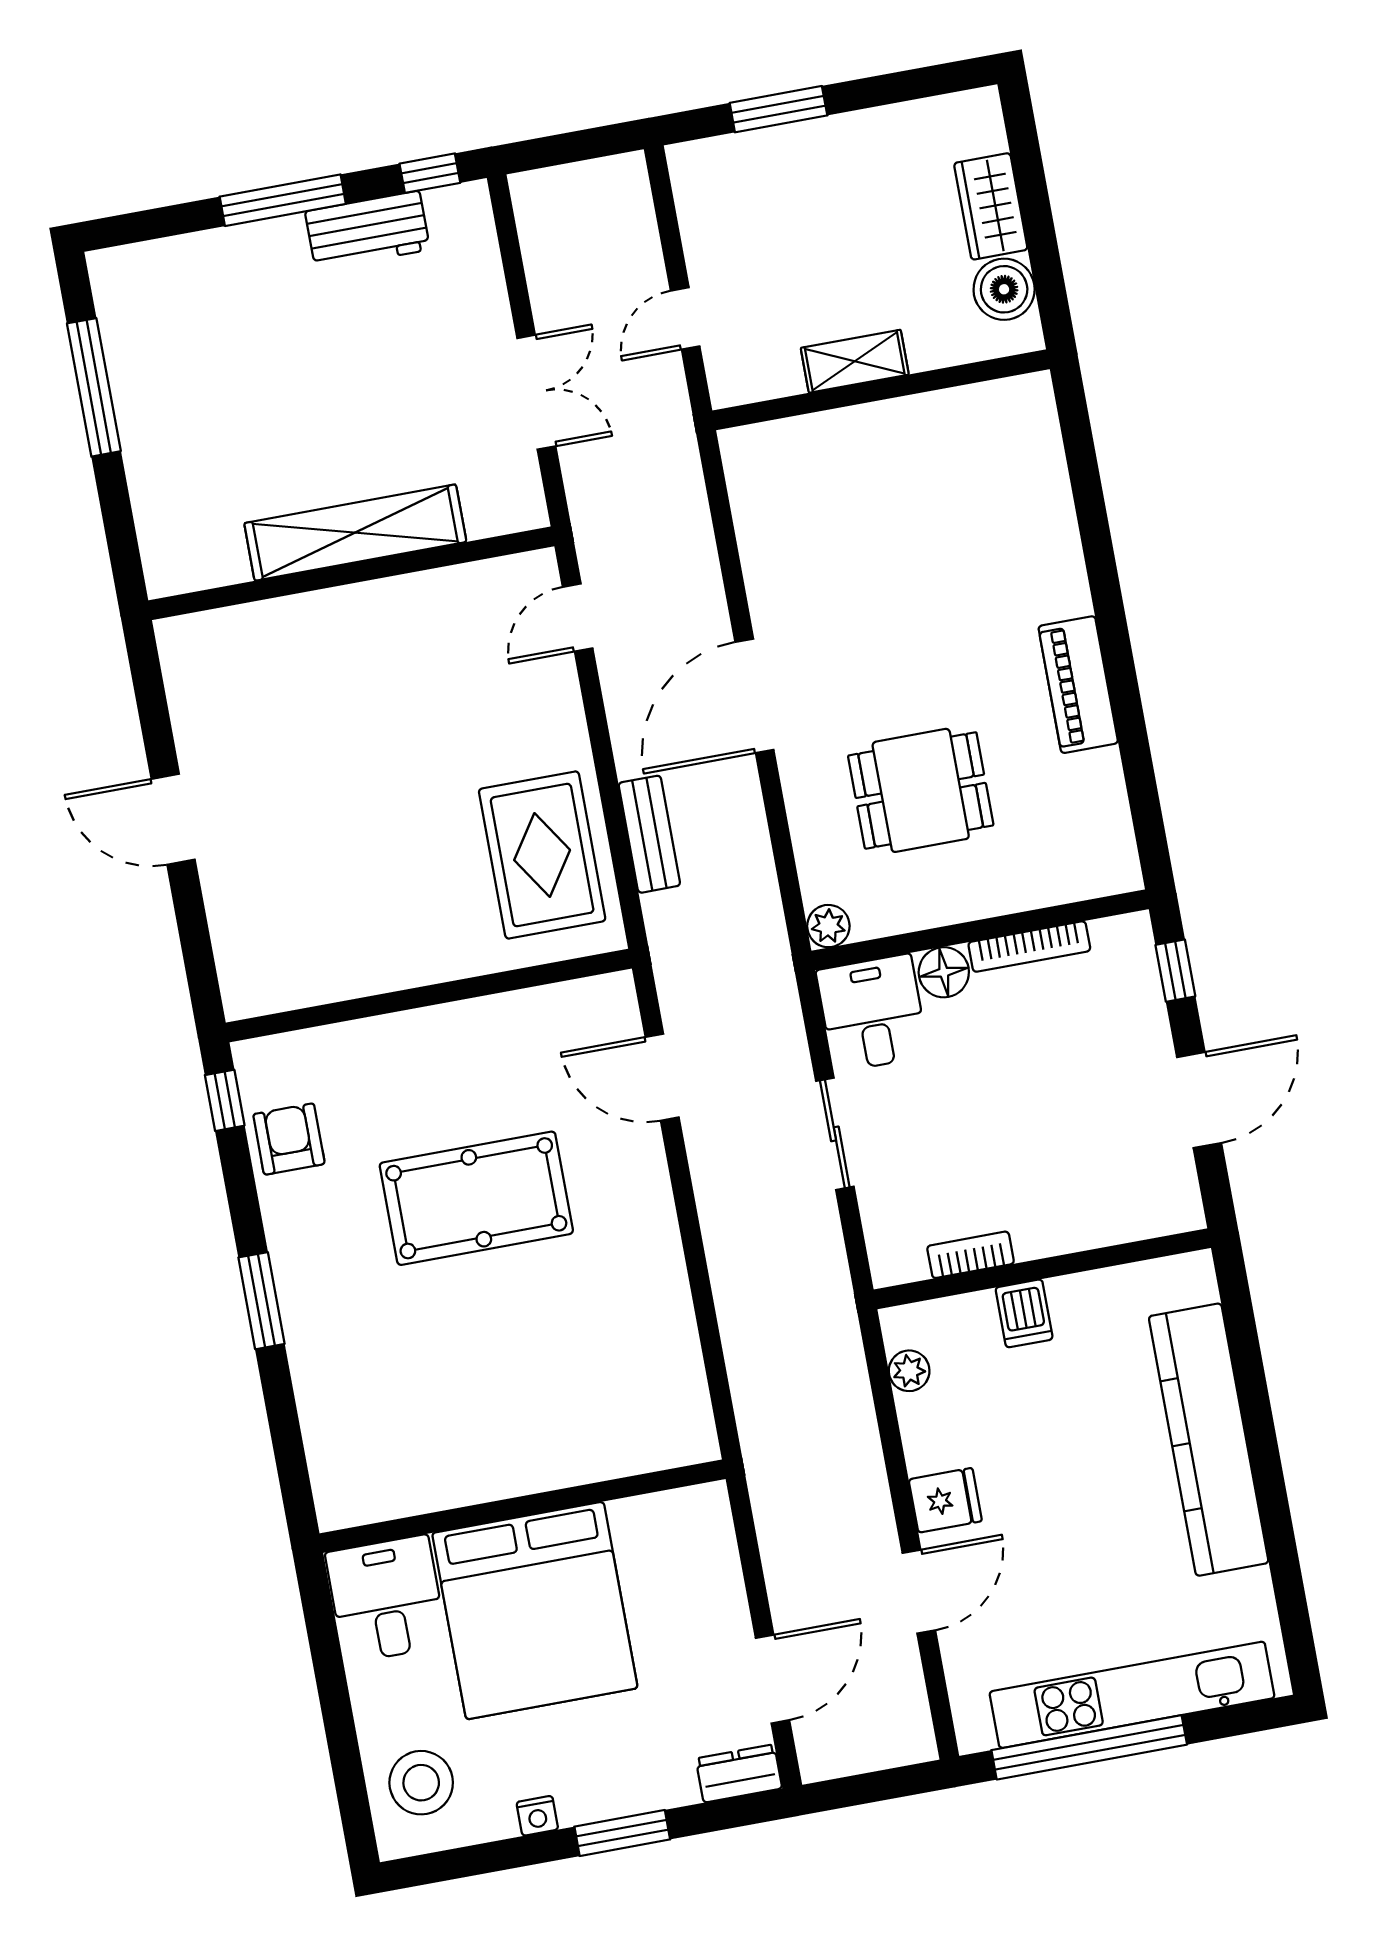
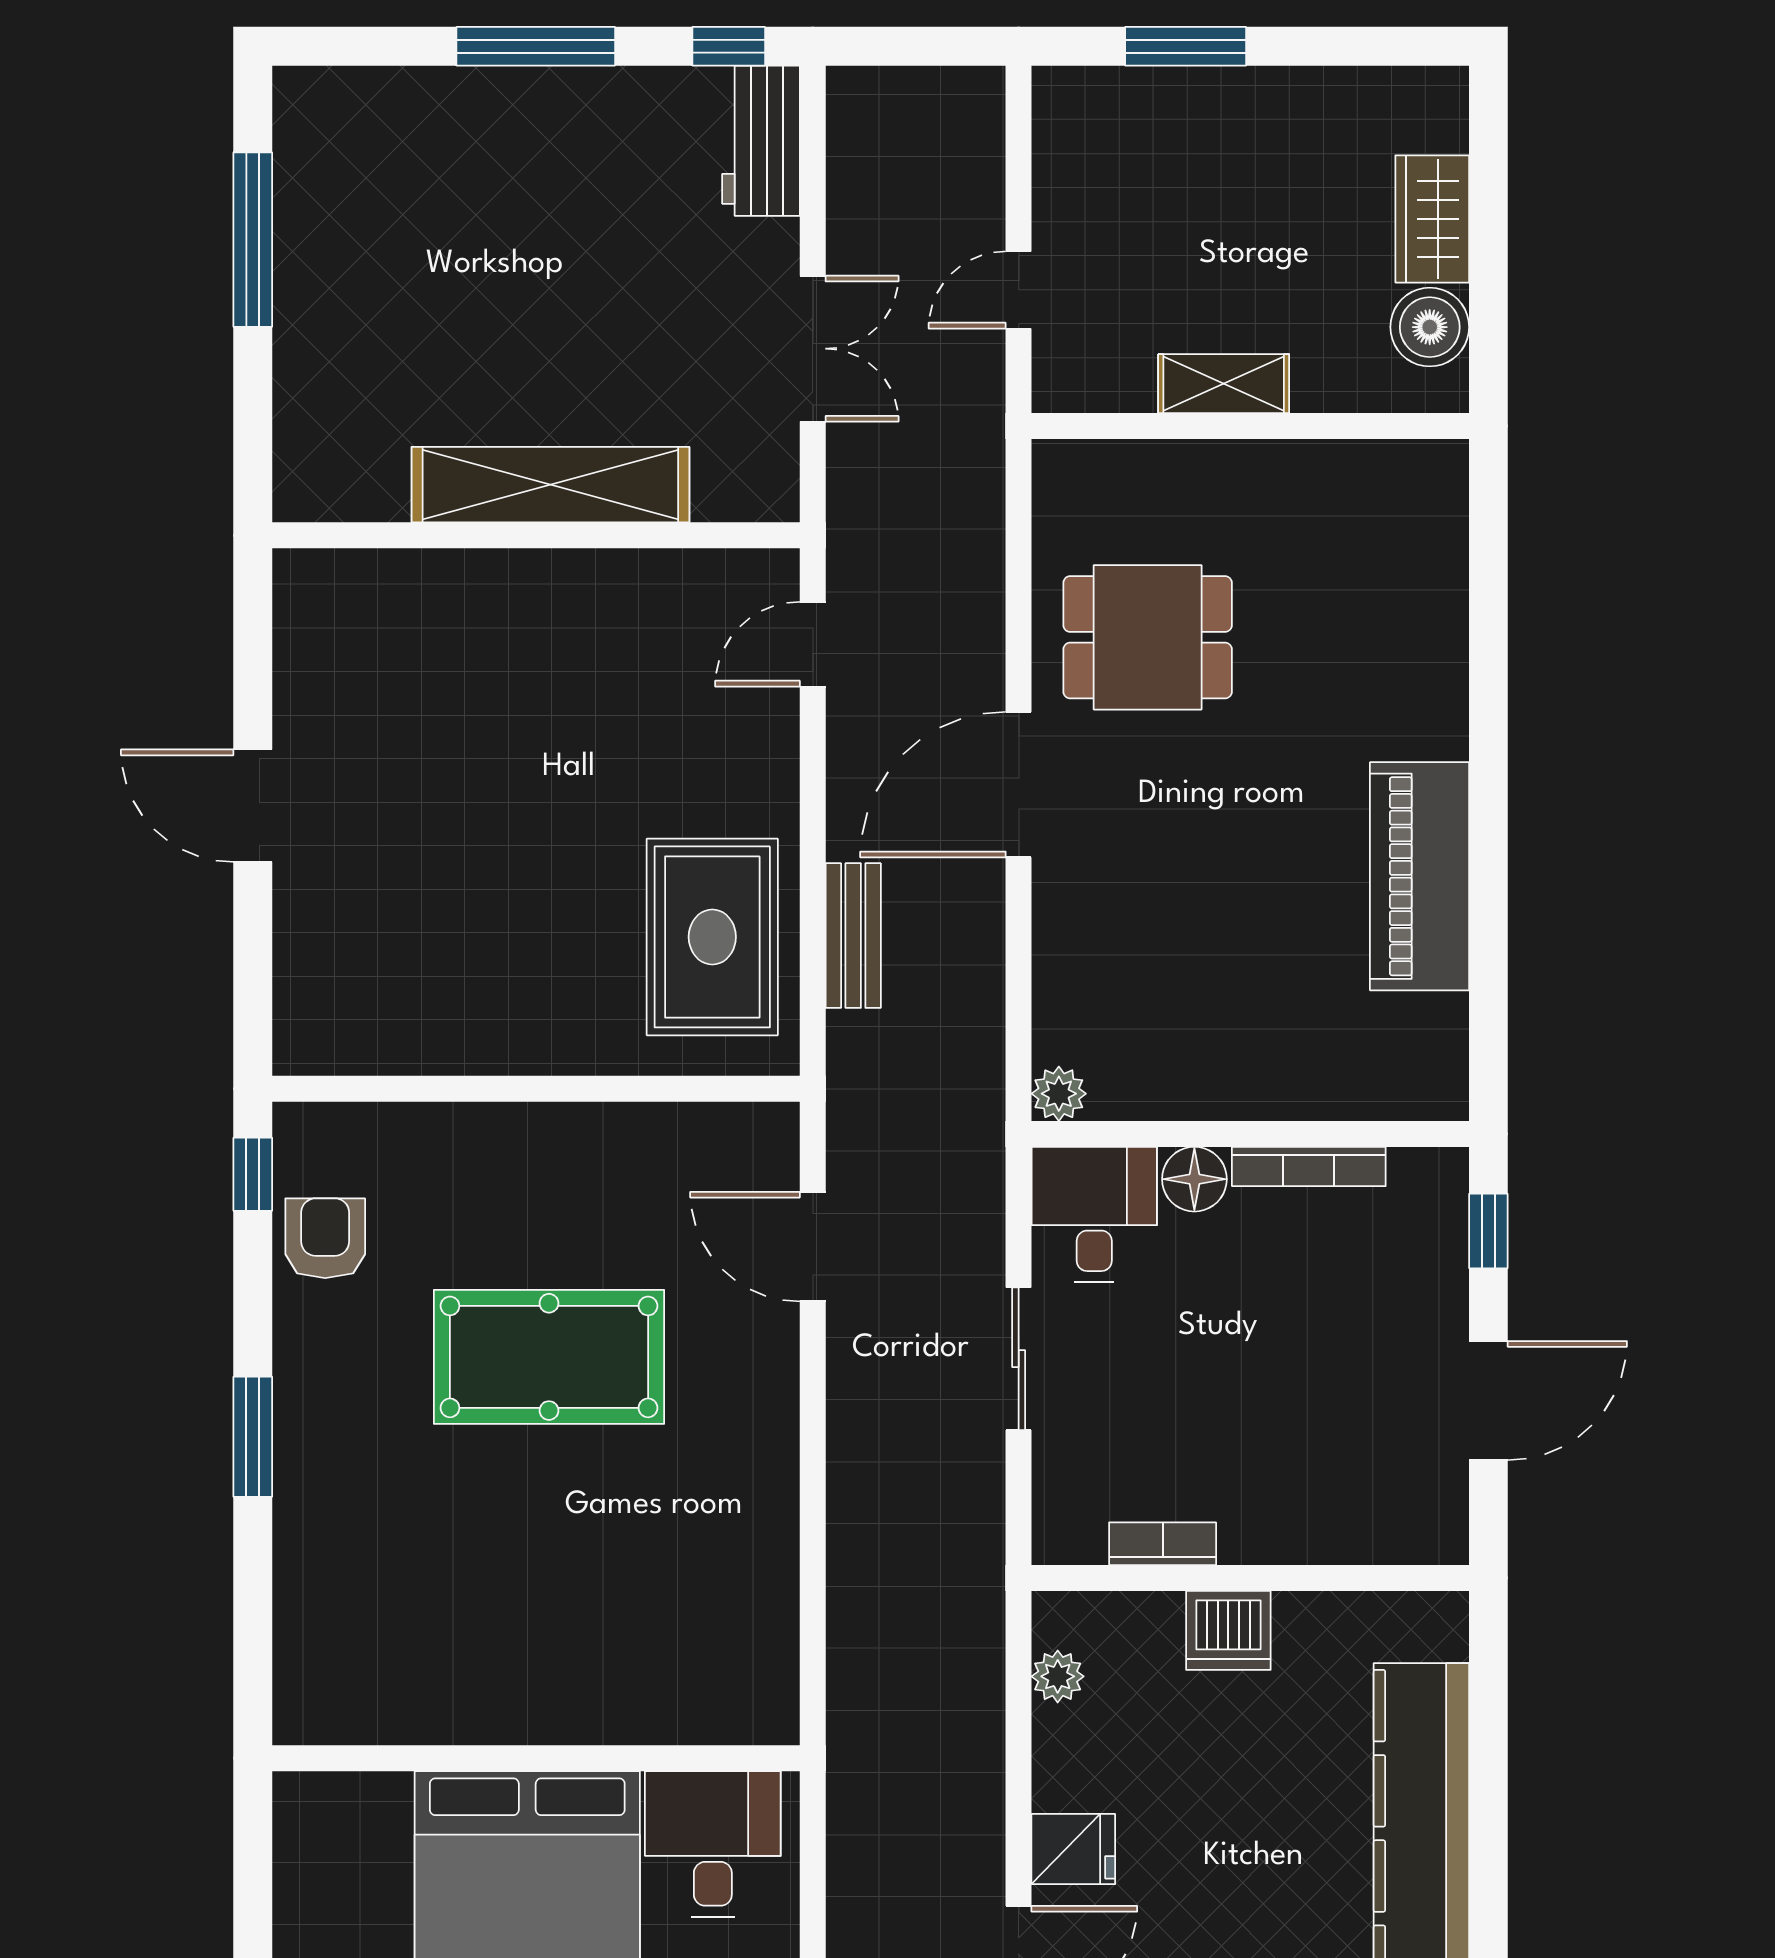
workbench: (367, 230) -> (761, 141), moved, turned 90
piano: (1078, 685) -> (1420, 876), width x1.37, depth x1.33
dining table: (921, 790) -> (1148, 637), moved
dishwasher: (1024, 1313) -> (1228, 1630), width x1.38
desk: (386, 1599) -> (713, 1844), moved

